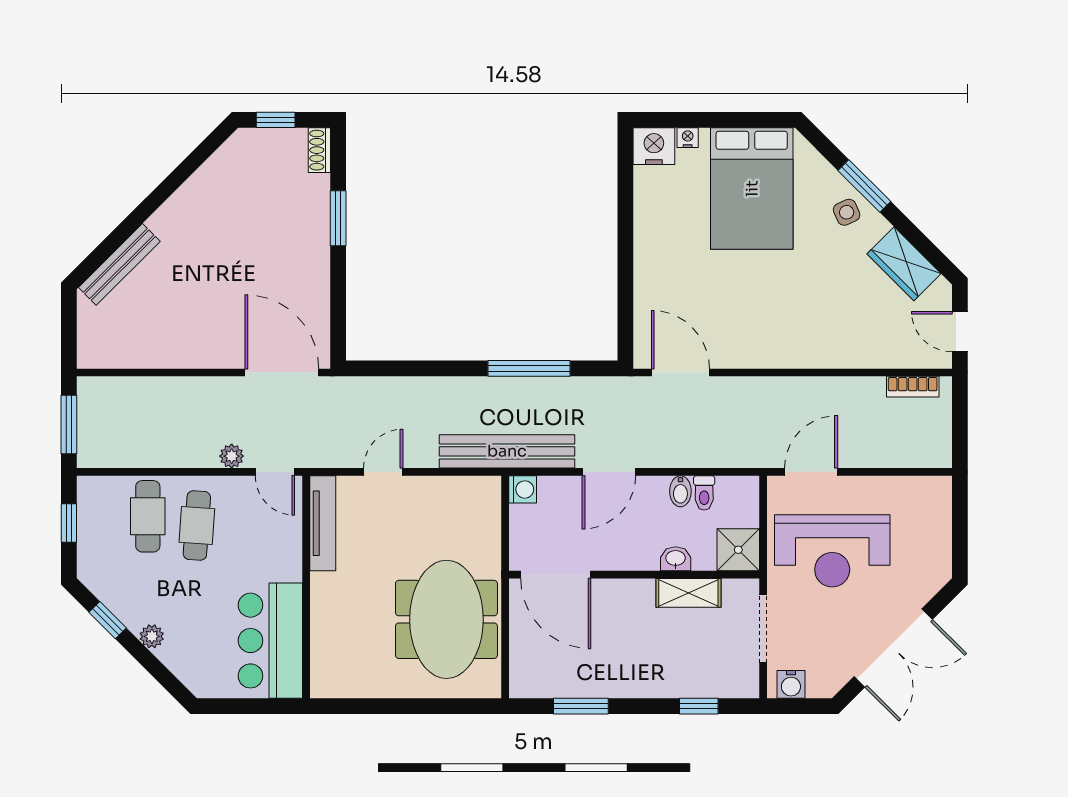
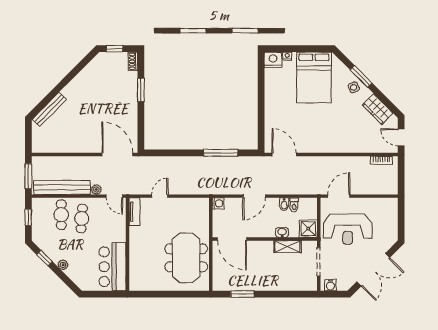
bench: (507, 451) -> (62, 187), moved
tv unit: (323, 523) -> (134, 212), width x0.71
window: (699, 706) -> (292, 294), removed

